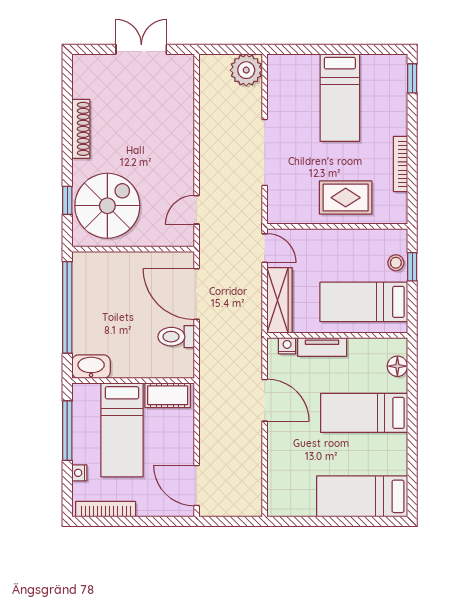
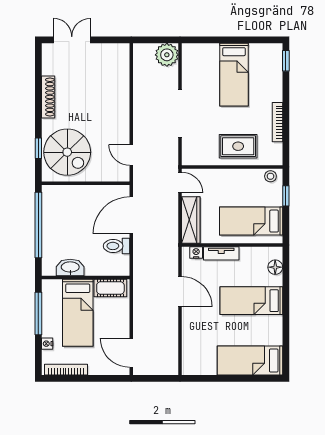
double door: (141, 49) -> (72, 40), moved
spiral stairs: (107, 206) -> (67, 152), turned 90
door: (197, 210) -> (131, 155), hinge flipped
stool: (396, 263) -> (270, 176), moved
door: (197, 294) -> (131, 215), hinge flipped
washbasin: (91, 367) -> (70, 267), moved

